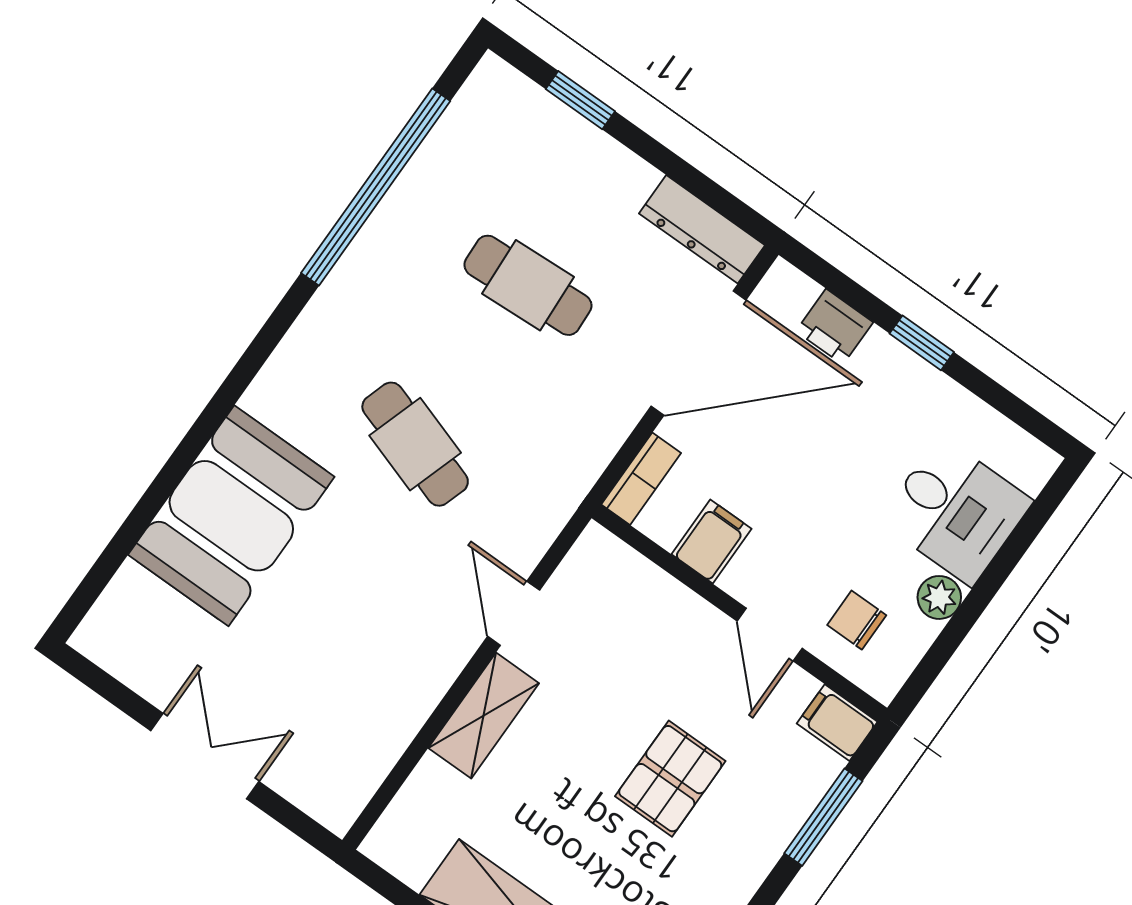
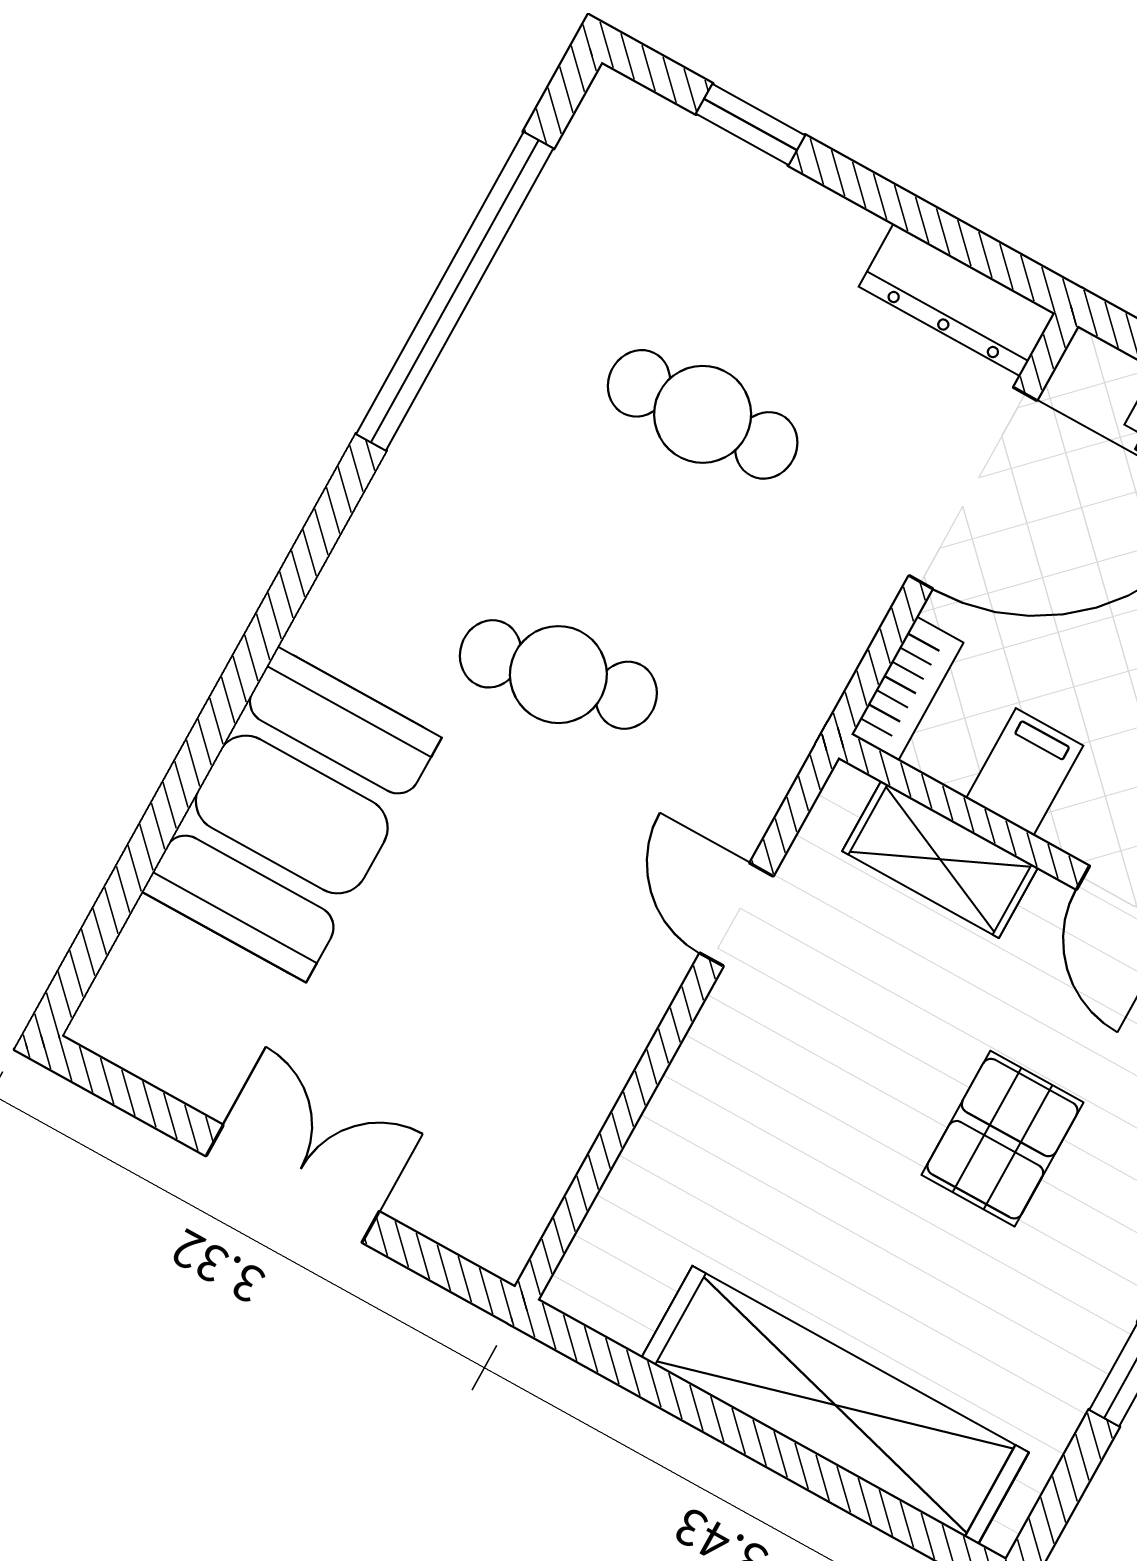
cafe table: (415, 444) -> (558, 675), turned -30
shelving: (484, 716) -> (940, 859), moved, turned 90

